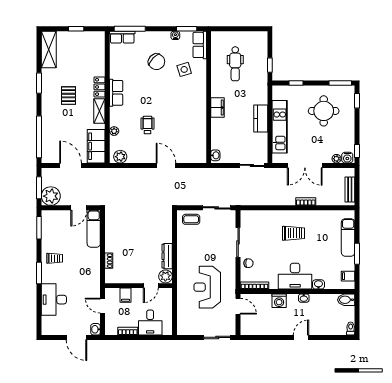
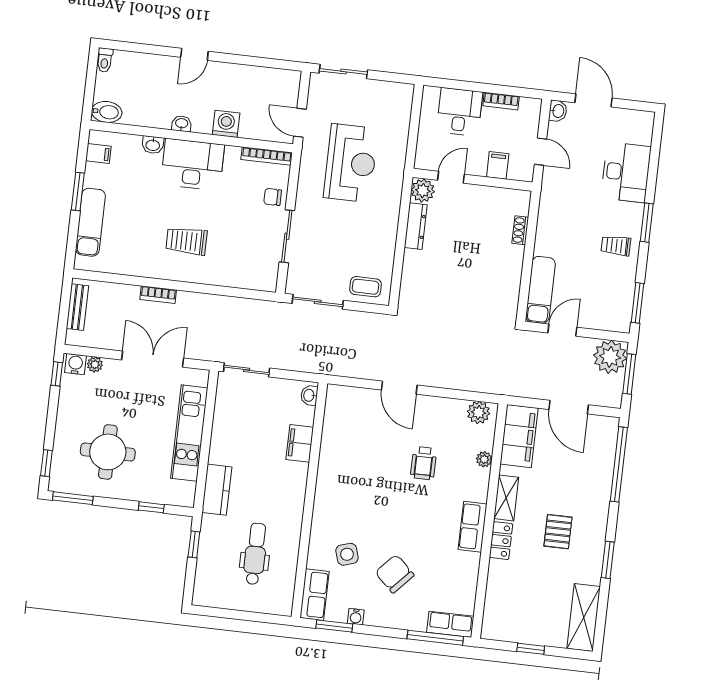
filing cabinet: (218, 107) -> (300, 443), moved
kitchen counter: (261, 119) -> (217, 490), moved

